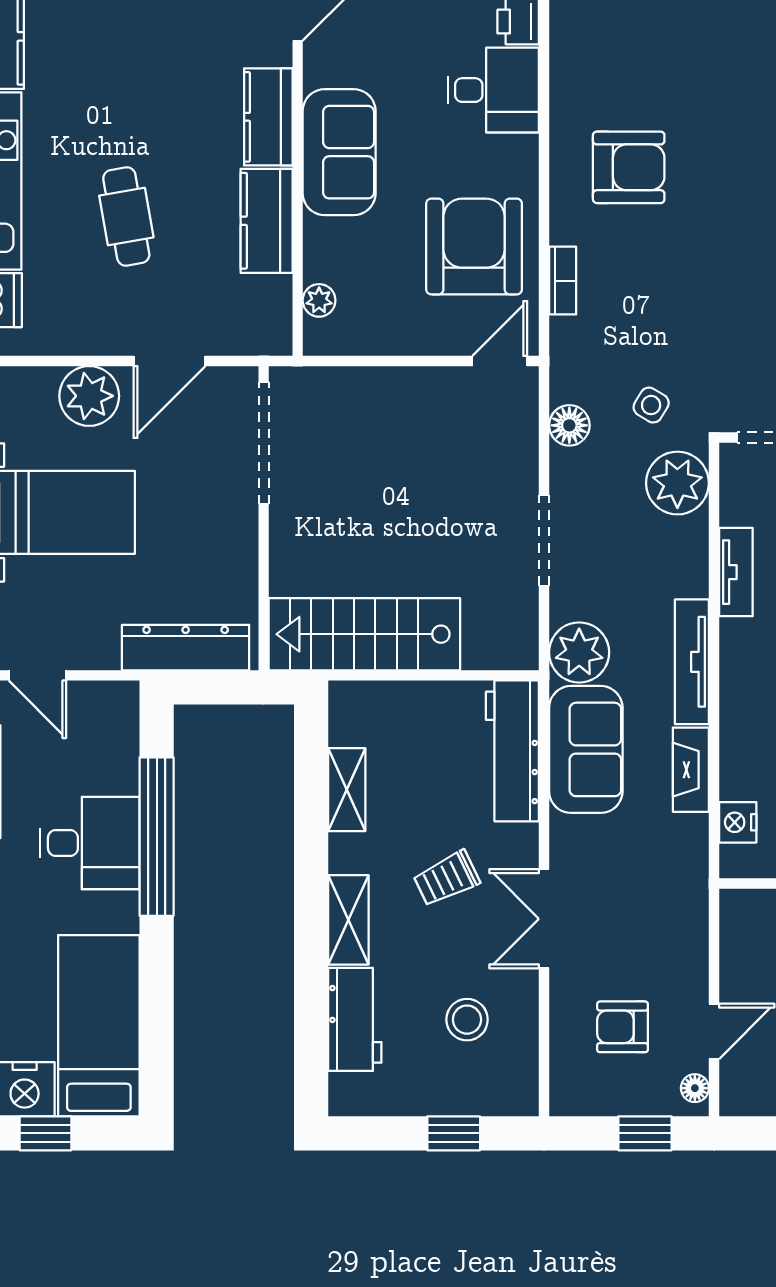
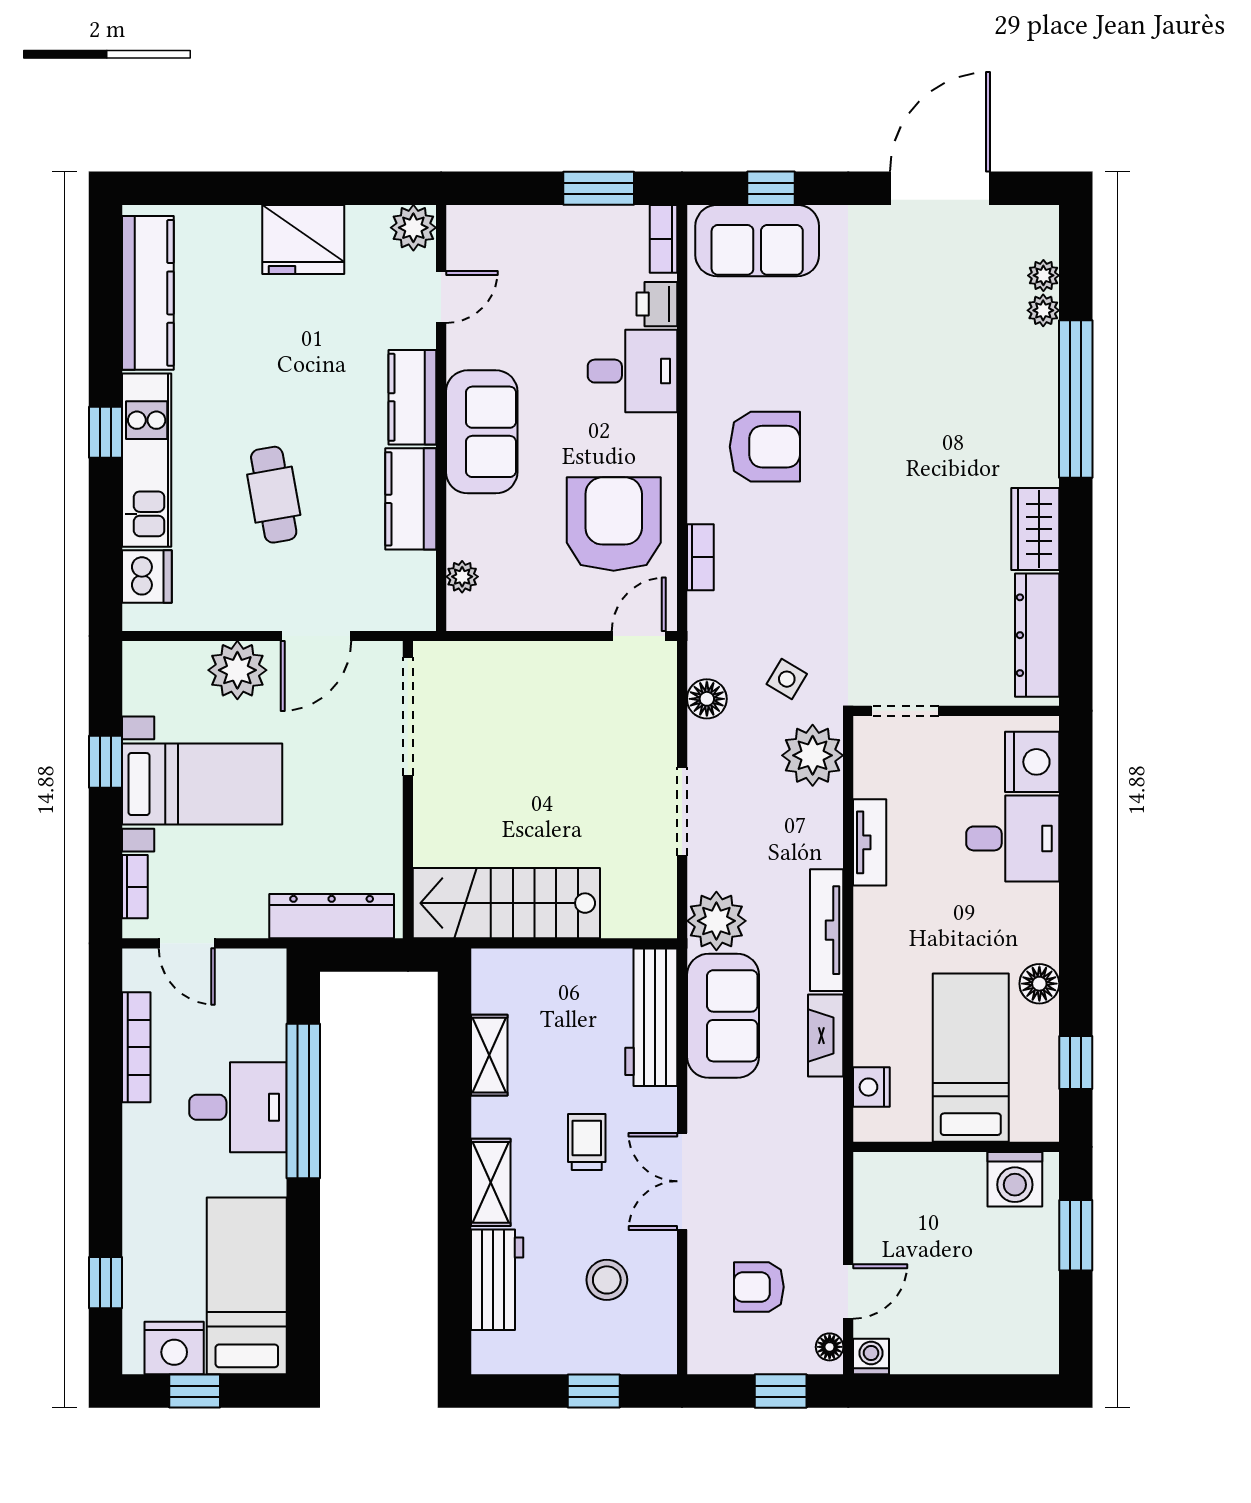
trolley: (446, 878) -> (587, 1142), turned 116
washing machine: (737, 1098) -> (871, 1357), added

